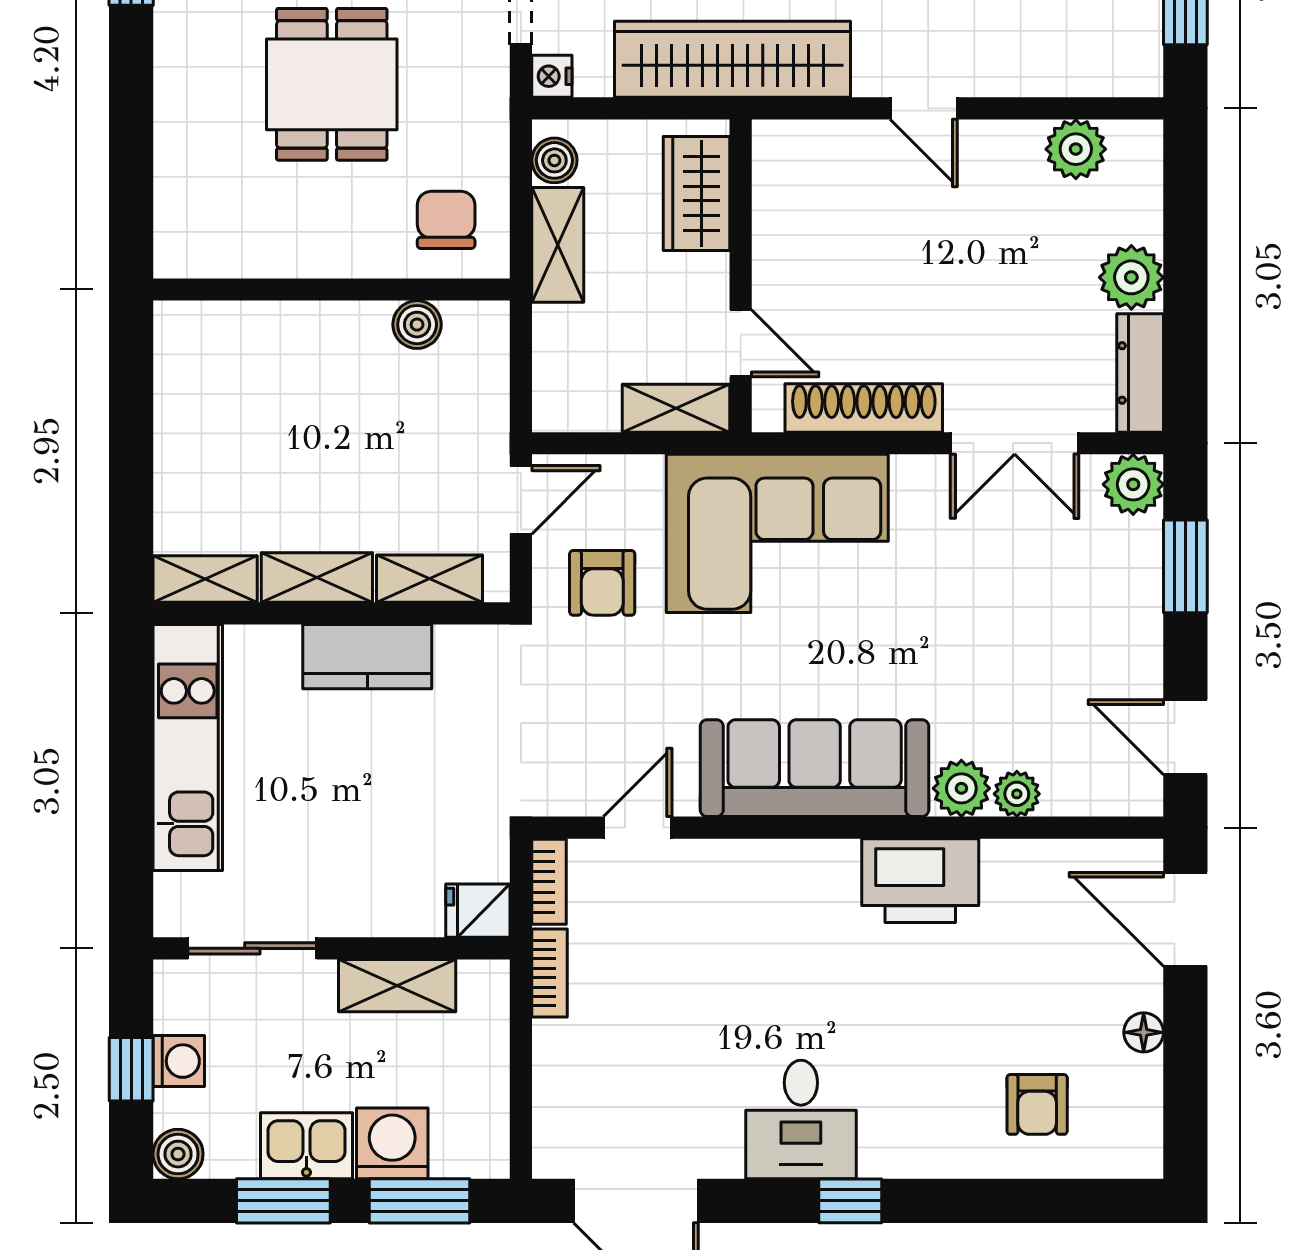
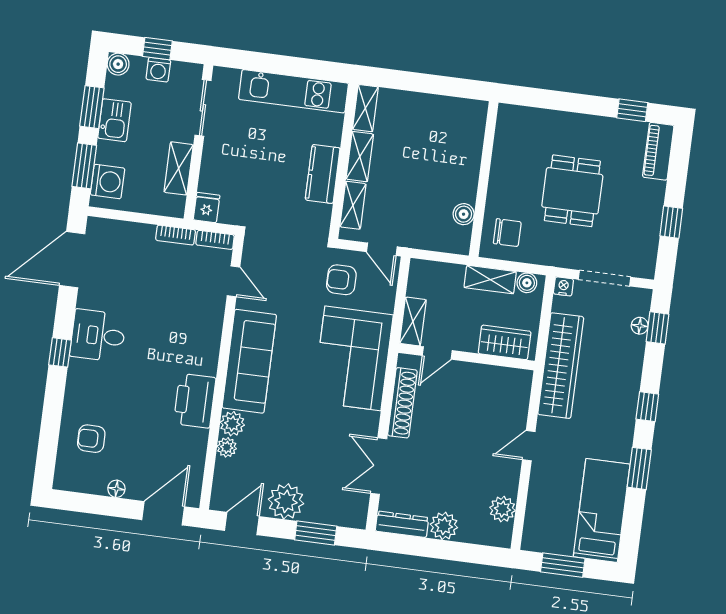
dining table: (332, 84) -> (572, 191), turned 90
plant: (1133, 484) -> (286, 501), moved, width x1.36, depth x1.36
washing machine: (392, 1143) -> (108, 182), moved

